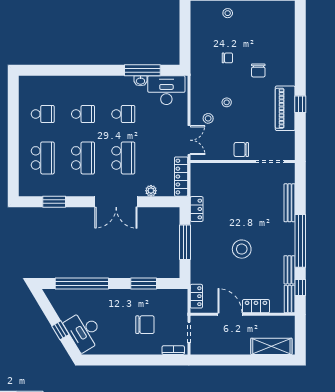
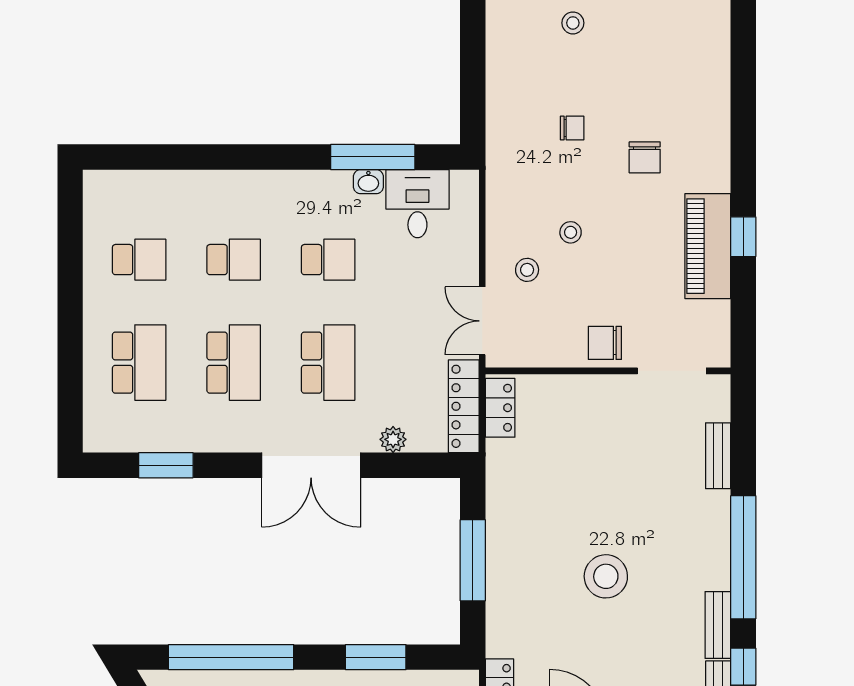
desk: (166, 90) -> (417, 204), width x0.73
double door: (189, 140) -> (482, 321), swing flipped
bench: (290, 203) -> (718, 456), width x0.73
locker: (197, 209) -> (500, 408), moved

